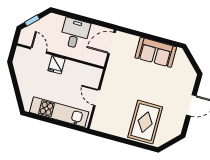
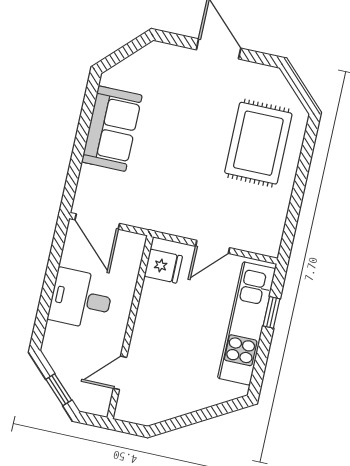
fridge: (57, 65) -> (163, 266), moved
rug: (145, 122) -> (258, 143), turned 90
window: (64, 124) -> (272, 312), added

